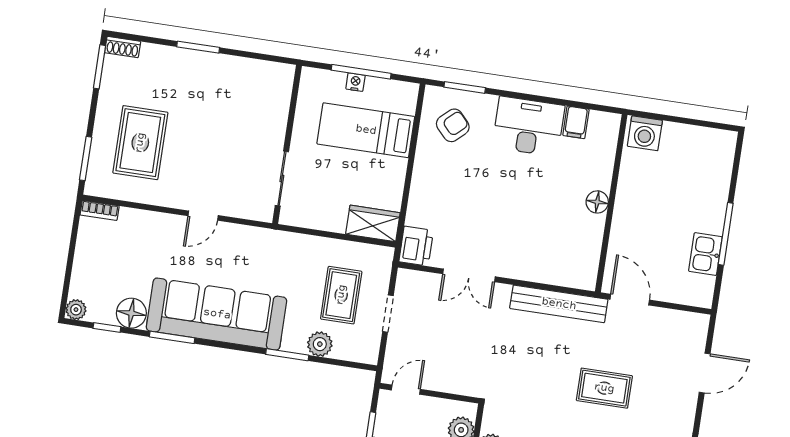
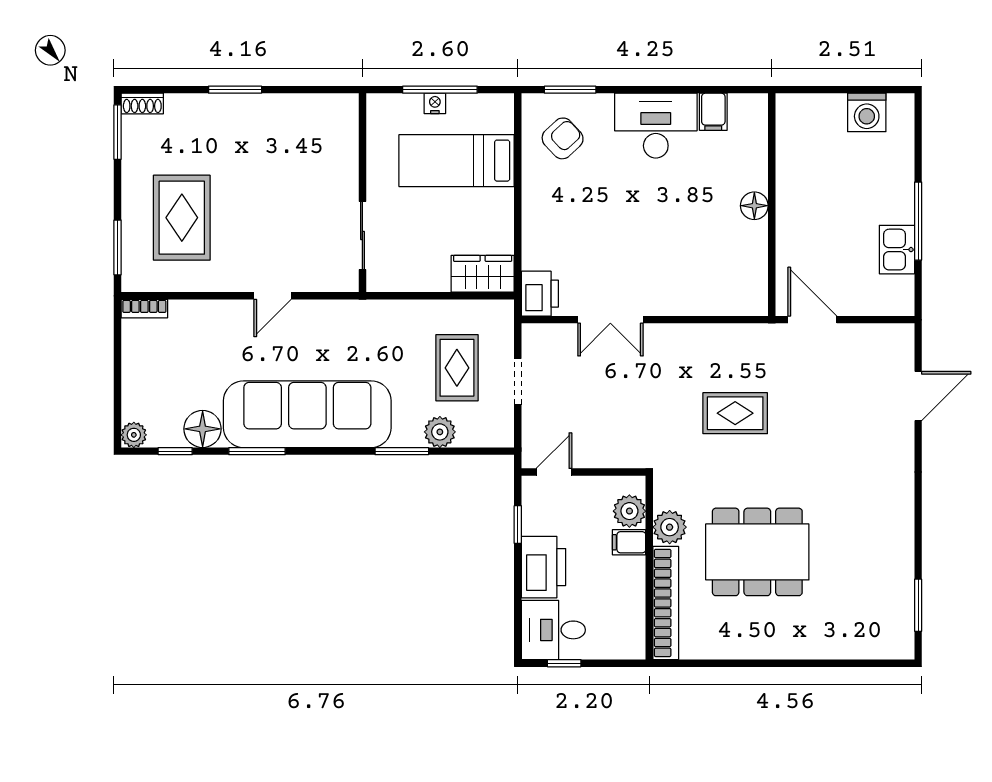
washing machine: (645, 133) -> (867, 112), moved
bench: (559, 304) -> (726, 338), removed
rug: (604, 388) -> (735, 413), moved

